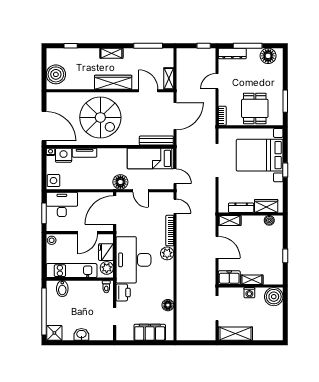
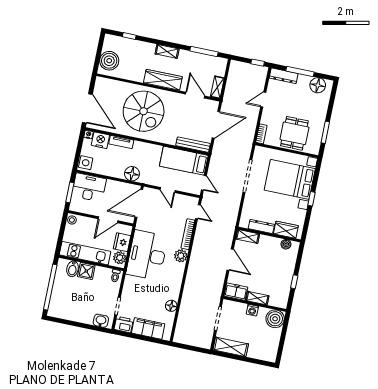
floor lamp: (120, 182) -> (132, 174), moved
printer: (123, 292) -> (124, 324), moved, turned -90
shower: (54, 333) -> (86, 271), moved
washbasin: (81, 334) -> (101, 321), moved

